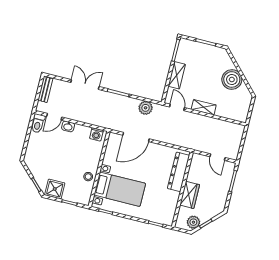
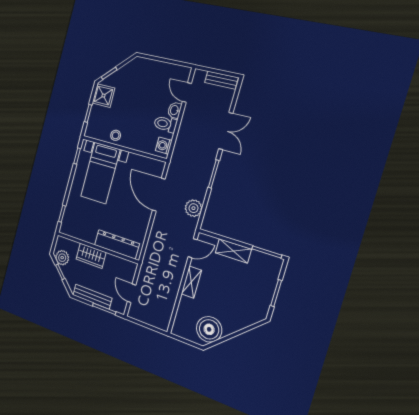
boiler: (232, 79) -> (209, 329), moved
toilet: (38, 123) -> (165, 124), moved
door: (218, 157) -> (132, 293), hinge flipped
bench: (224, 192) -> (92, 297), added

